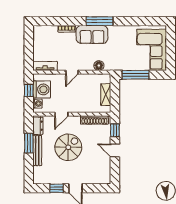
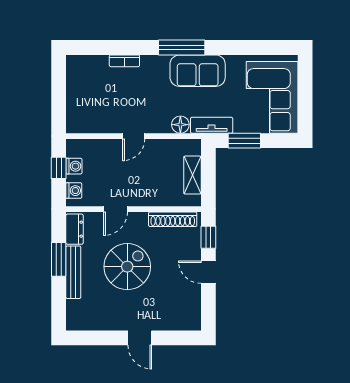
sofa: (92, 35) -> (198, 71), moved
tv unit: (45, 66) -> (212, 125), moved
window: (136, 75) -> (244, 141), width x0.69
washing machine: (42, 89) -> (74, 166), width x0.53, depth x0.53
window: (56, 188) -> (107, 338), removed

